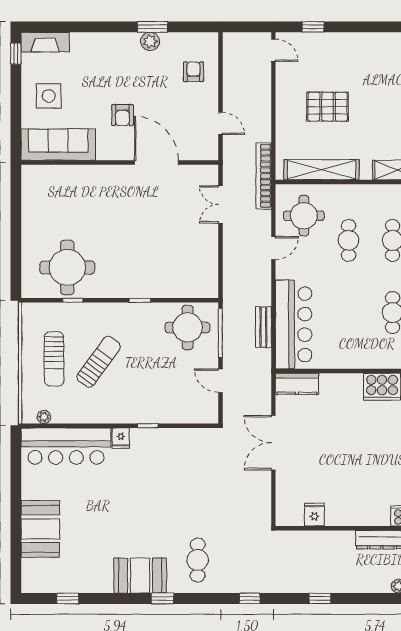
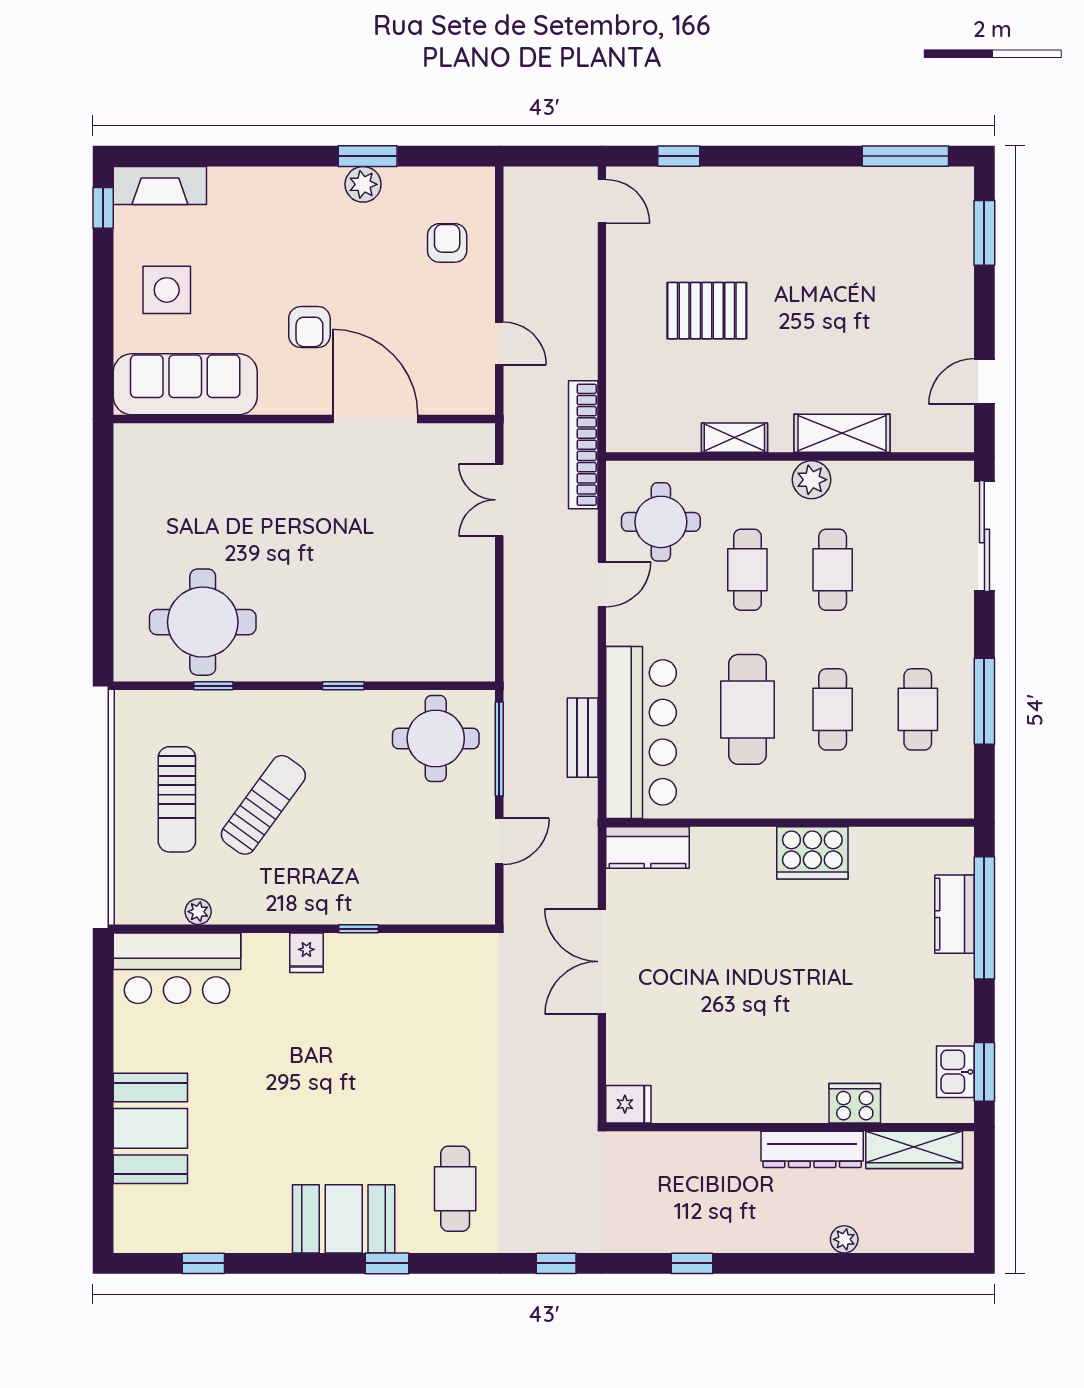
shelving: (321, 170) -> (734, 438), width x0.45, depth x0.75
plant: (382, 194) -> (812, 480), added
cafe table: (349, 313) -> (747, 709), added
door: (220, 381) -> (499, 841), swing flipped
plant: (44, 417) -> (198, 912), moved
bar counter: (66, 446) -> (177, 968), width x0.73
fridge: (314, 514) -> (628, 1104), moved, turned 90

